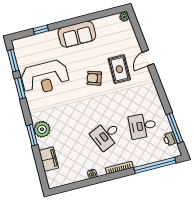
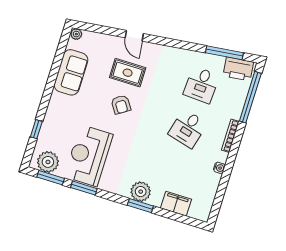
sofa: (77, 34) -> (71, 72), moved
plant: (23, 52) -> (48, 162), added
reception desk: (45, 78) -> (89, 156), turned 180
armchair: (94, 78) -> (121, 105), turned -51
desk: (106, 135) -> (188, 129), turned 39
printer: (170, 139) -> (238, 69), width x1.87, depth x1.48

